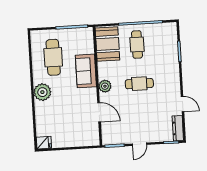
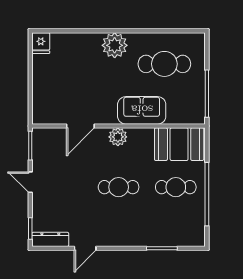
cafe table: (139, 84) -> (119, 187), turned 90

